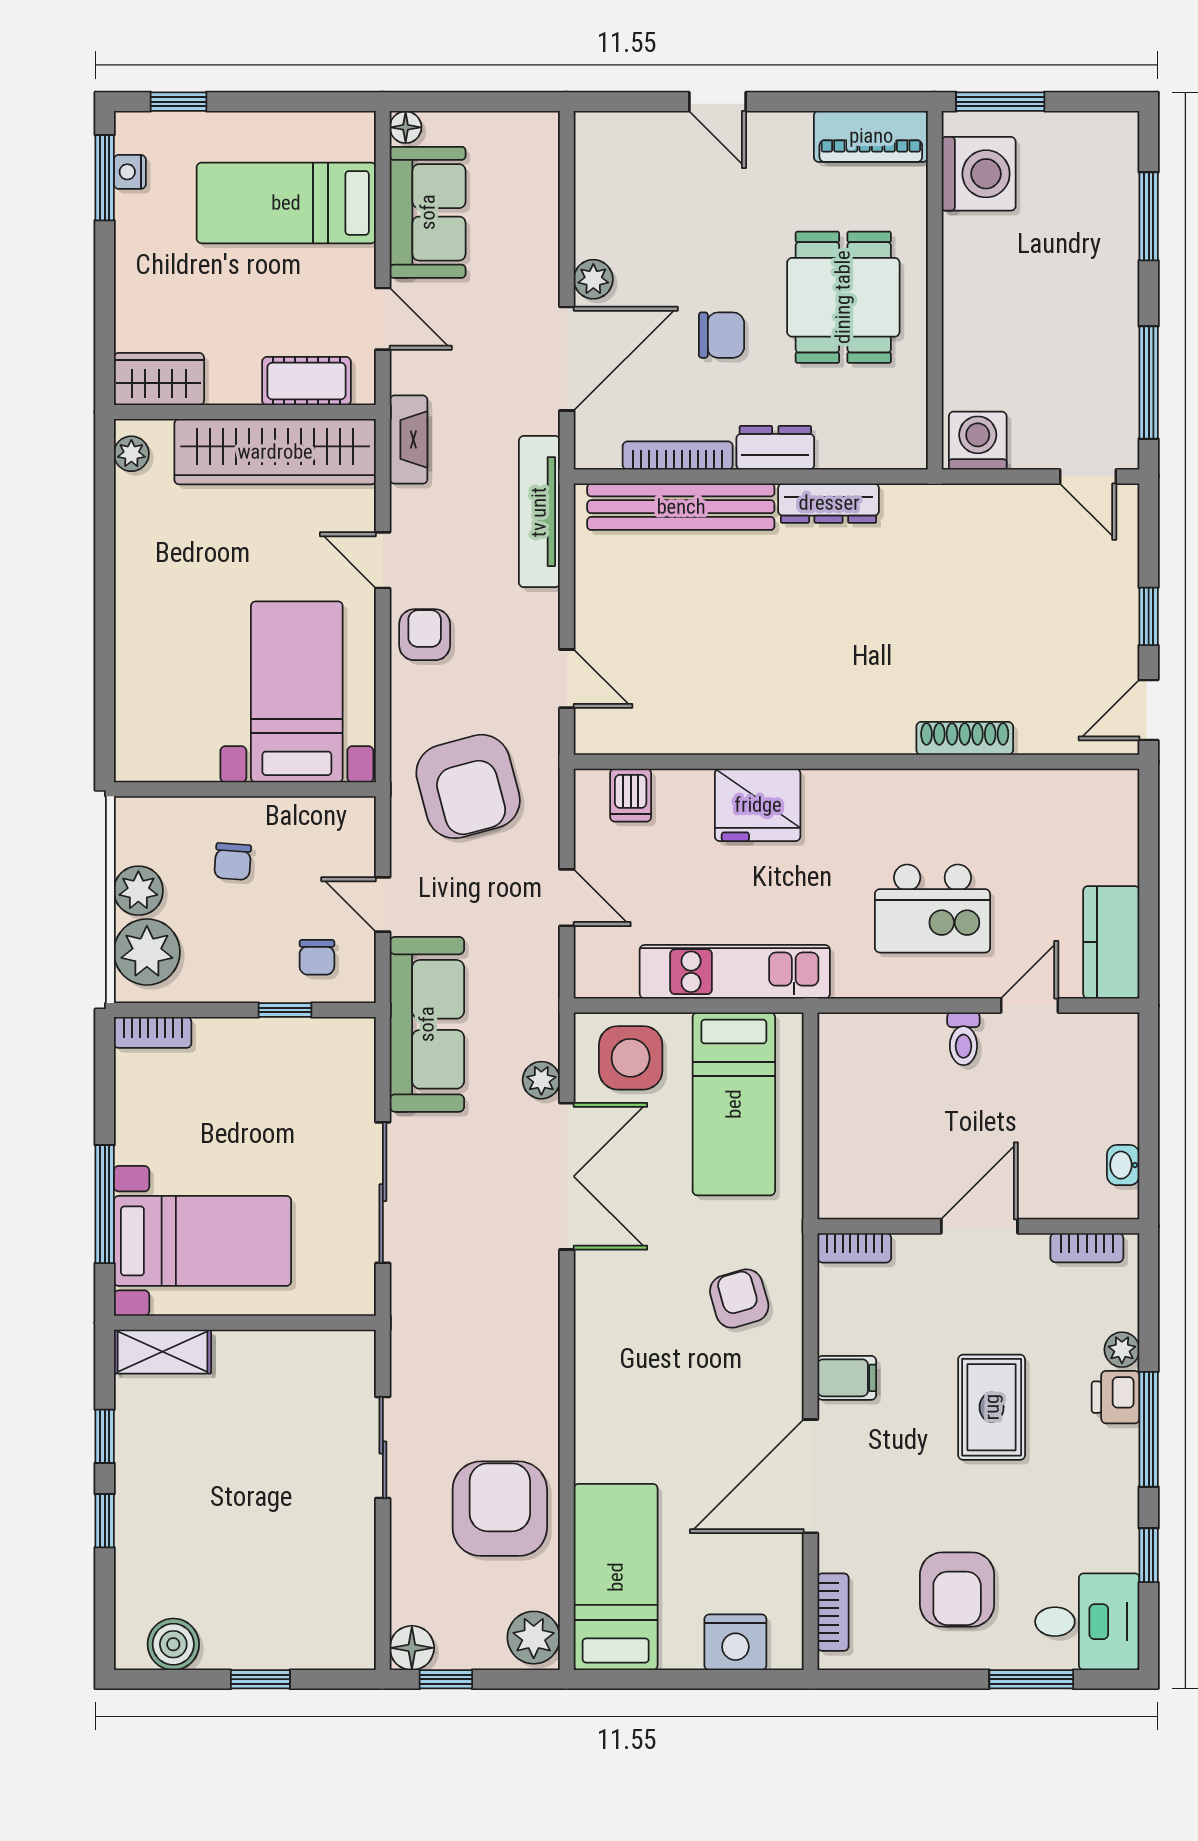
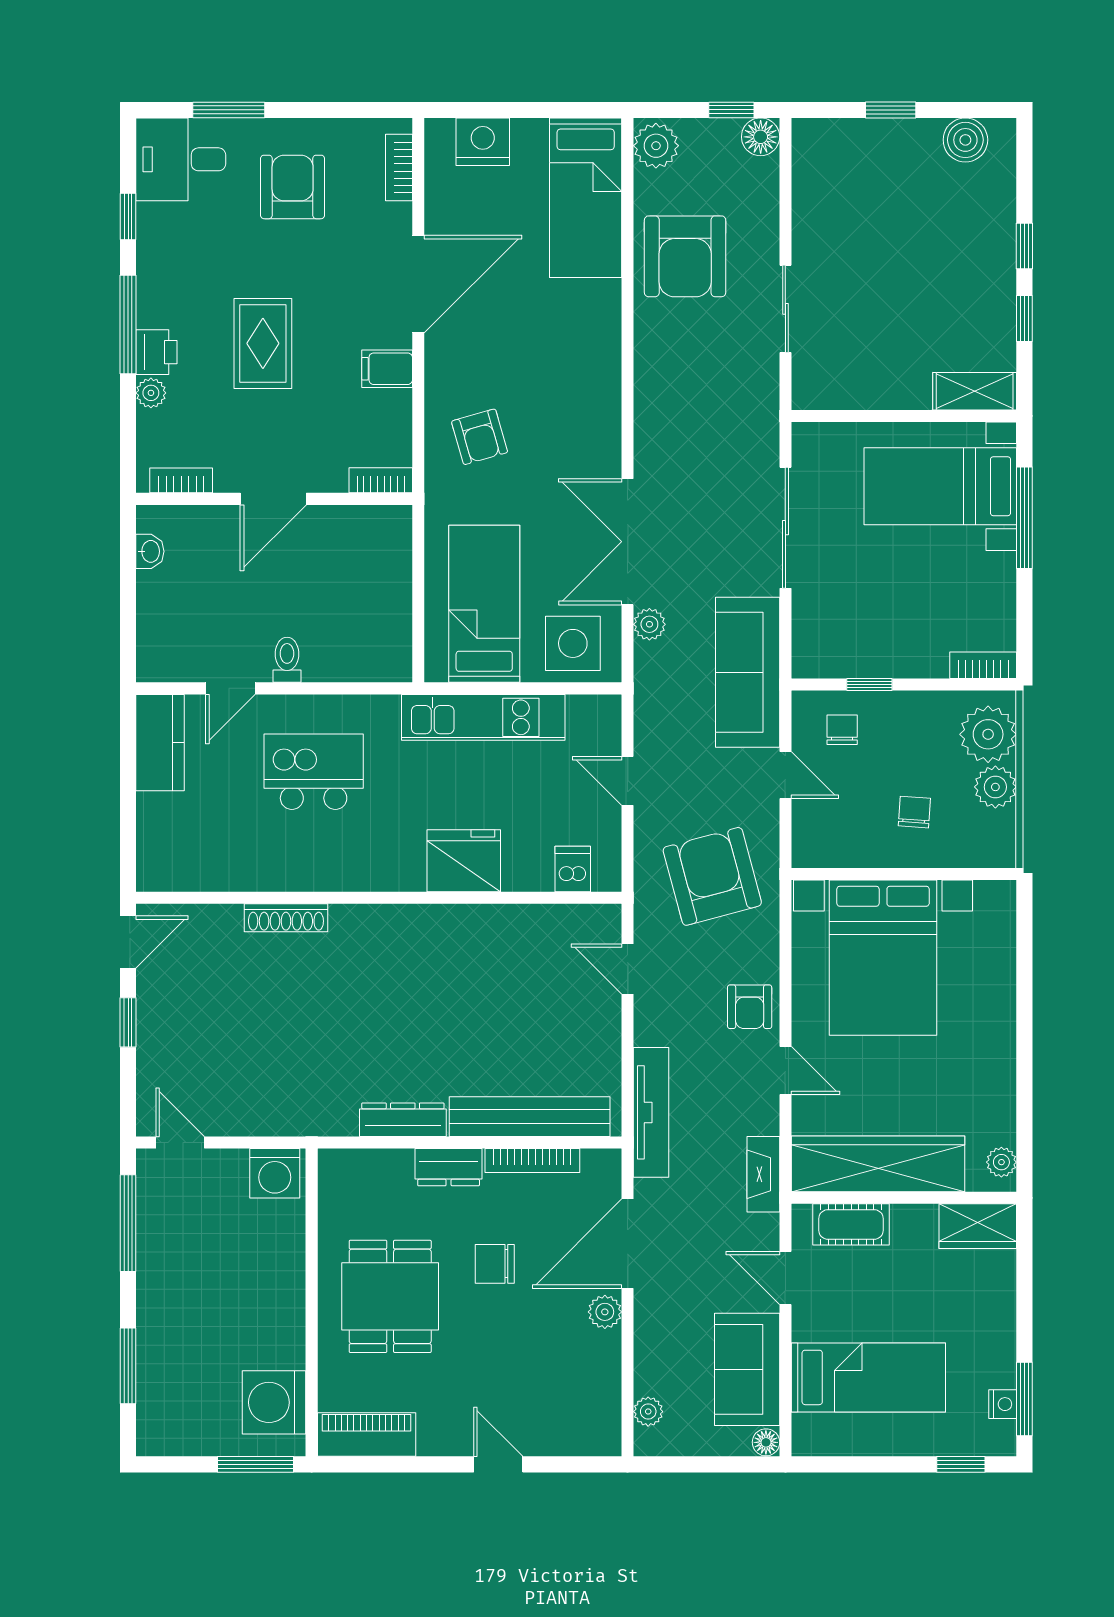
plant: (543, 163) -> (648, 1412), added
bed with nightstands: (297, 692) -> (883, 958), width x1.36

